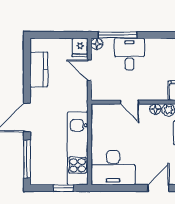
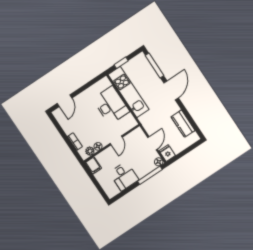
desk: (129, 54) -> (124, 176), moved
door: (89, 70) -> (153, 143), hinge flipped
door: (130, 102) -> (116, 140), swing flipped
desk: (113, 168) -> (111, 105), moved, turned 90

